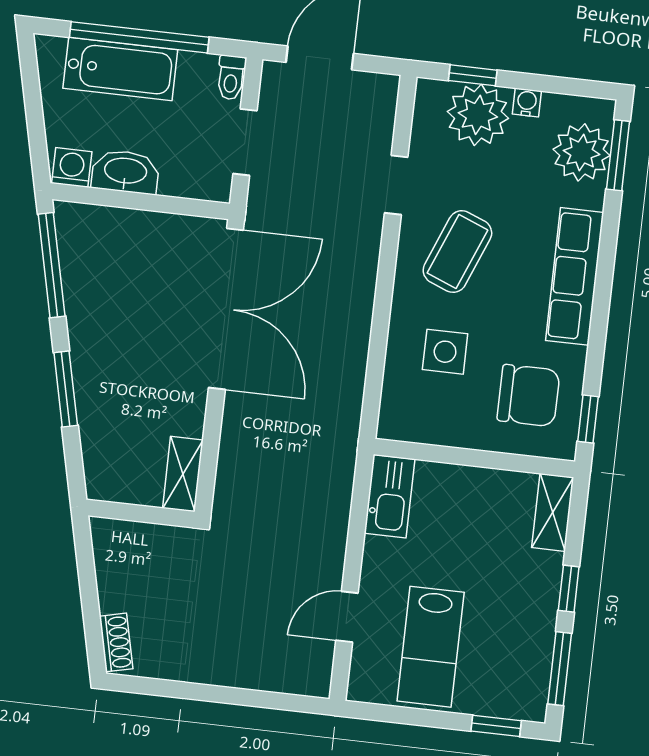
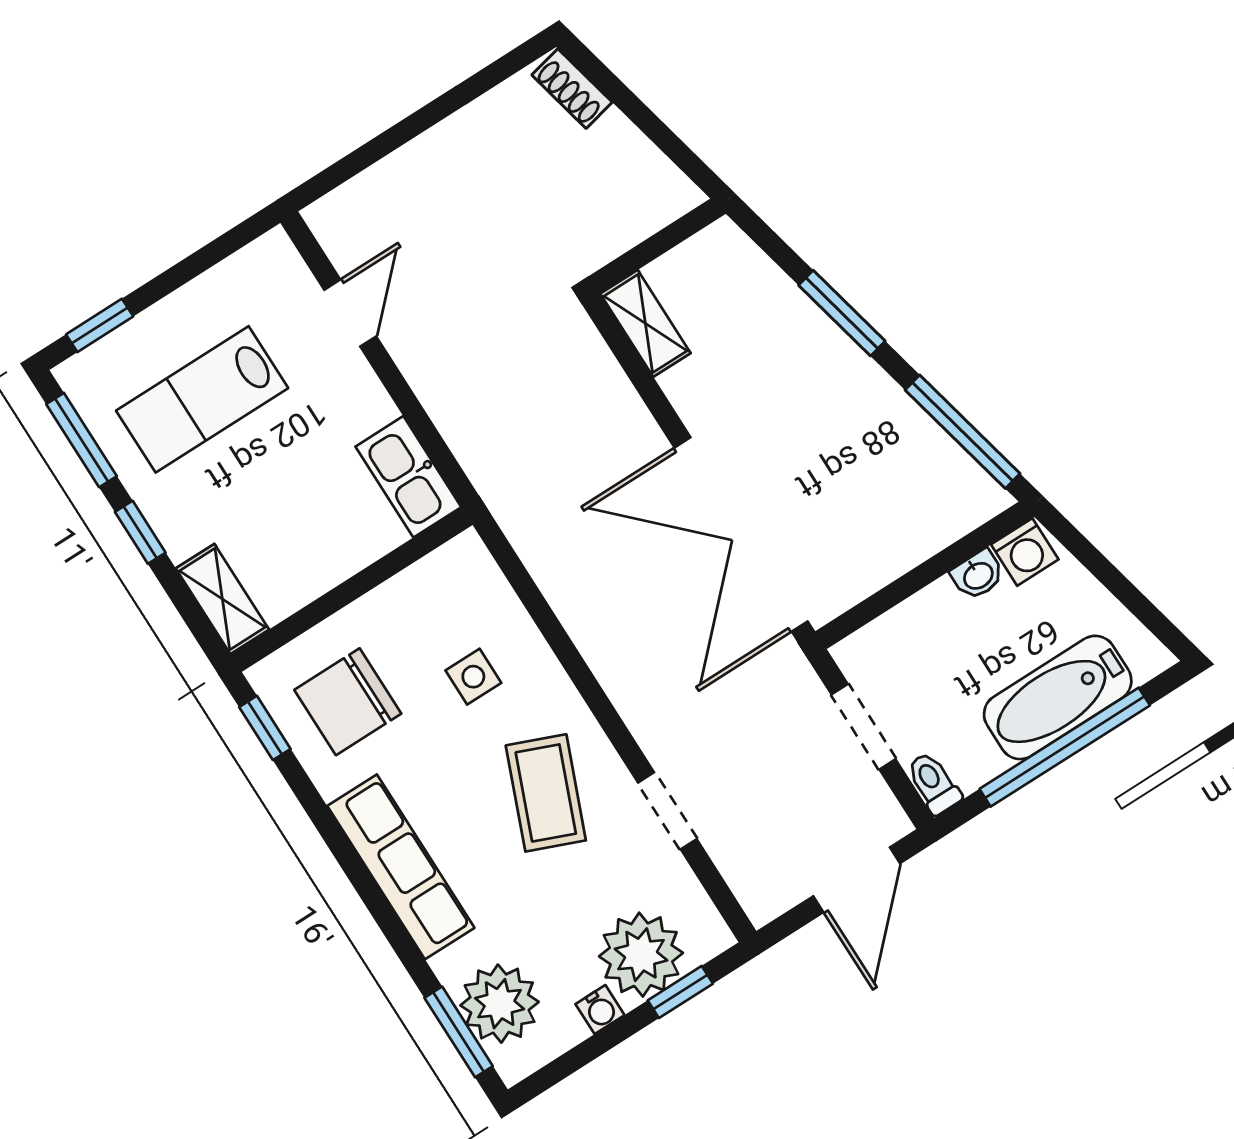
washbasin: (125, 172) -> (978, 575), width x0.52, depth x0.69
side table: (445, 352) -> (473, 677), width x0.73, depth x0.73
lab bench: (431, 647) -> (202, 399), moved, turned -90

